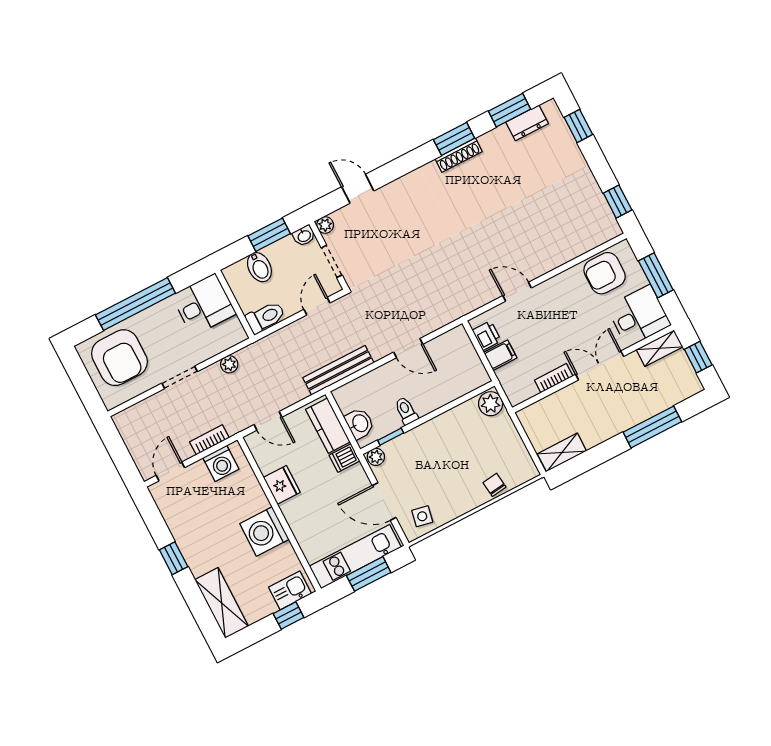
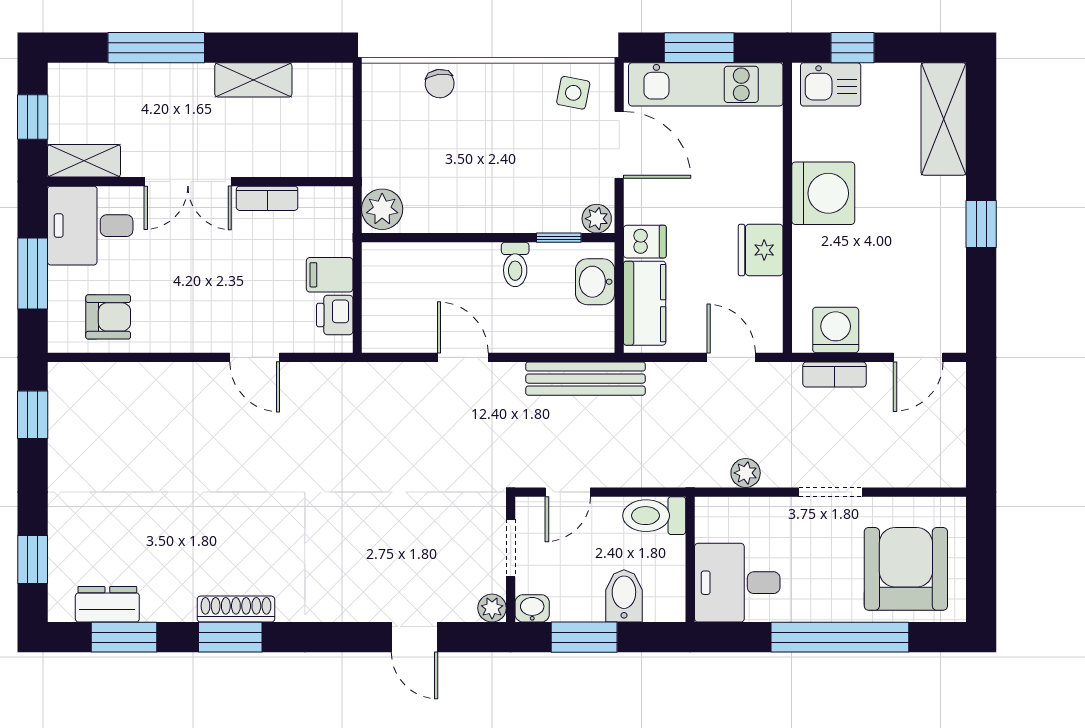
armchair: (605, 273) -> (108, 317), width x0.72, depth x0.72
shelving: (562, 452) -> (253, 80), moved

